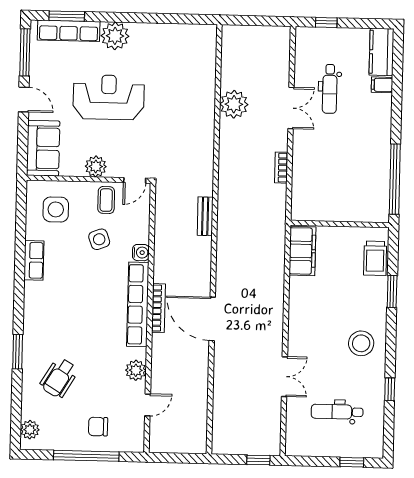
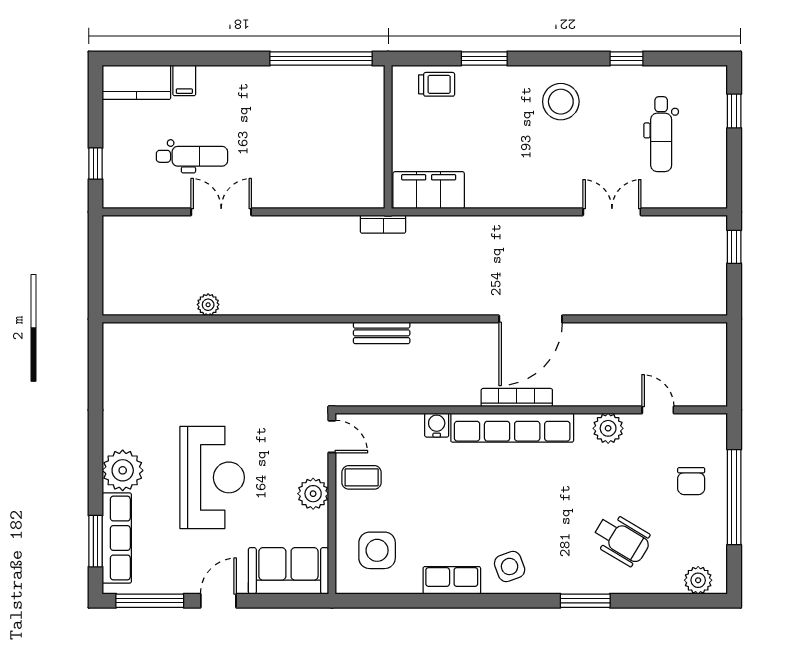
reception desk: (109, 97) -> (212, 477), turned 180
plant: (234, 104) -> (208, 305), width x0.53, depth x0.53
bookcase: (281, 168) -> (383, 224), moved
side table: (99, 239) -> (510, 566), moved
trolley: (375, 258) -> (437, 84), width x0.73, depth x0.72

